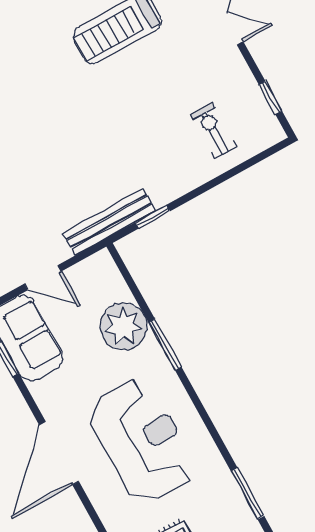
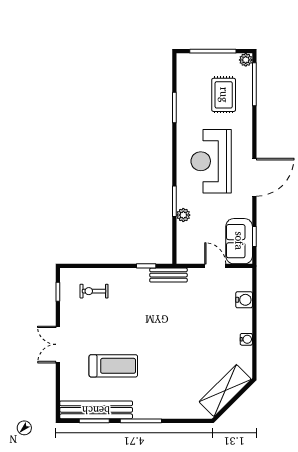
exercise bike: (213, 131) -> (94, 291), turned 90
bench: (109, 222) -> (168, 275), width x0.73
plant: (124, 326) -> (183, 215), width x0.53, depth x0.53

